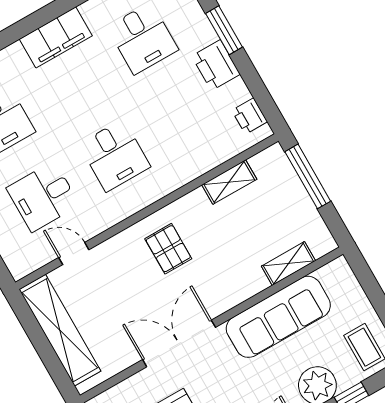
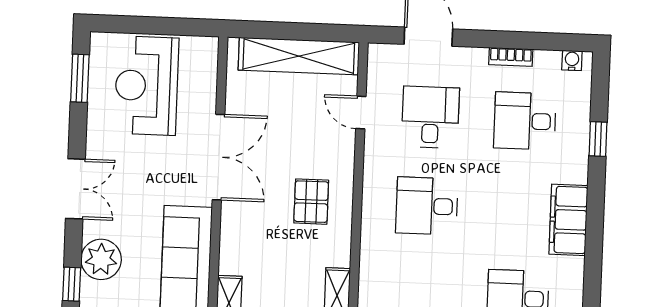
pallet: (168, 249) -> (311, 202), turned 90
door: (74, 254) -> (361, 113), swing flipped

